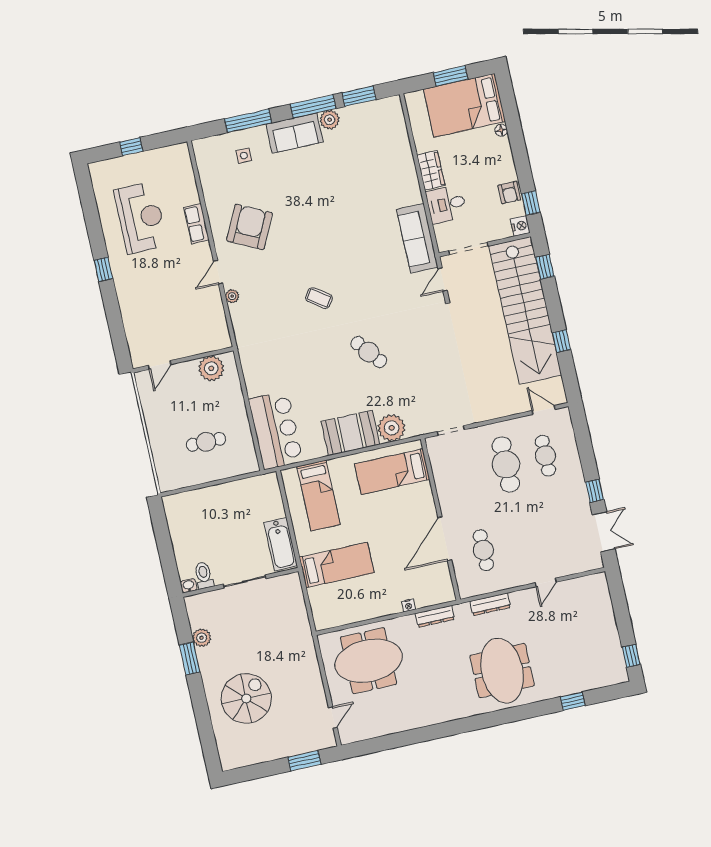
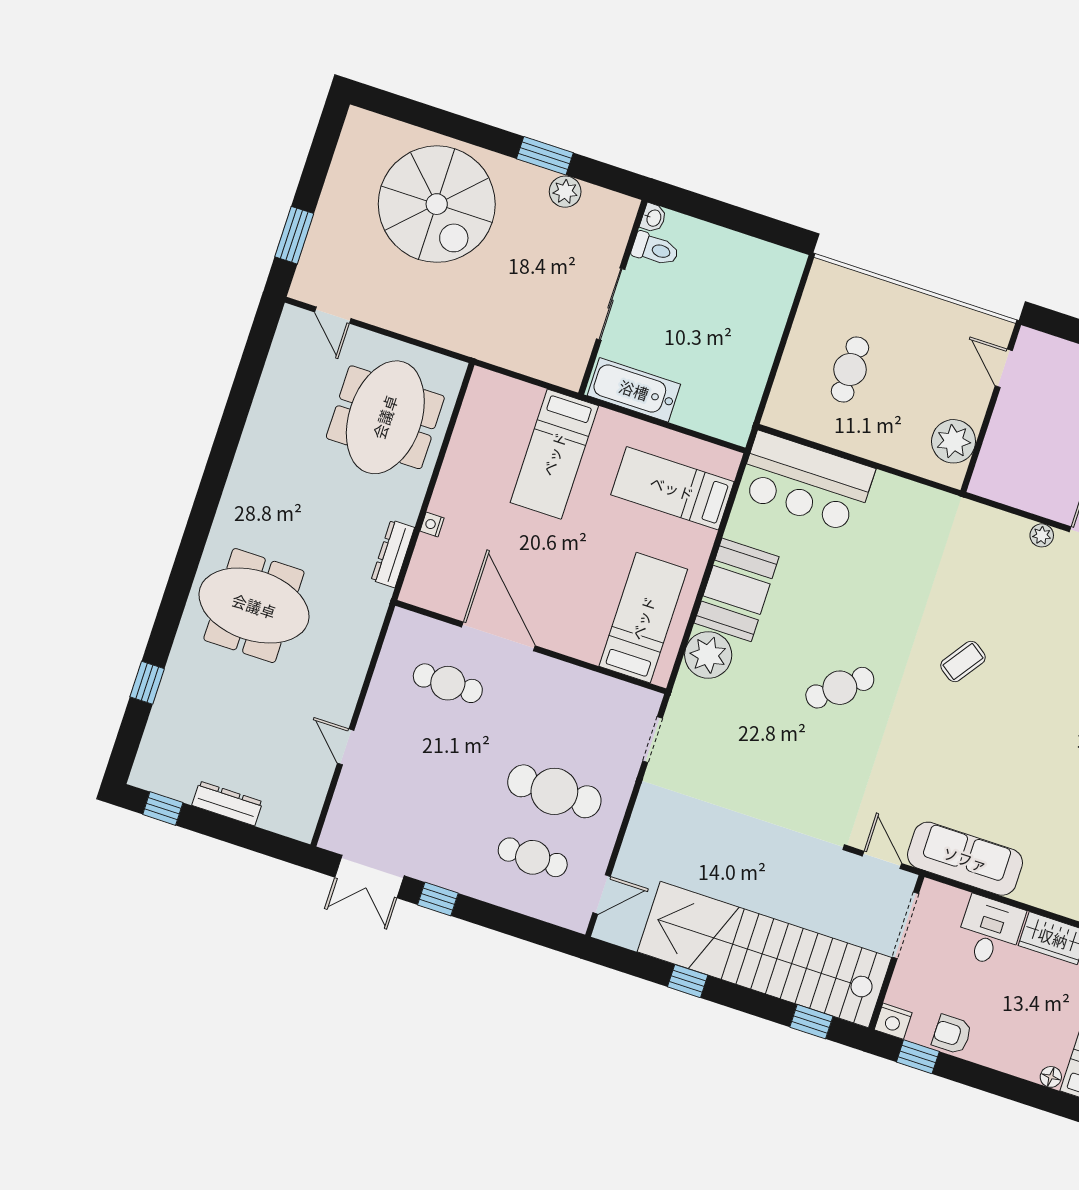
dresser: (490, 604) -> (227, 804), moved, turned 90
spiral stairs: (246, 698) -> (437, 204), width x1.37, depth x1.37

